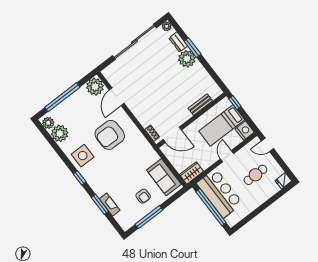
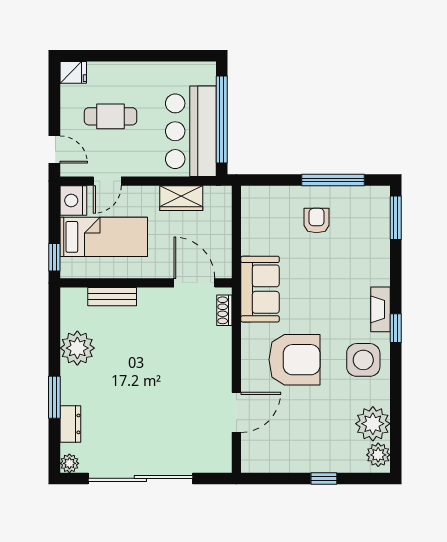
plant: (187, 59) -> (77, 348), moved
plant: (95, 87) -> (259, 455), removed
window: (62, 97) -> (324, 478), width x0.32
door: (227, 156) -> (107, 181), moved
wardrobe: (192, 173) -> (181, 198), moved
sofa: (164, 177) -> (260, 289), moved
window: (100, 204) -> (396, 218), moved
fireplace: (110, 205) -> (381, 309), moved

